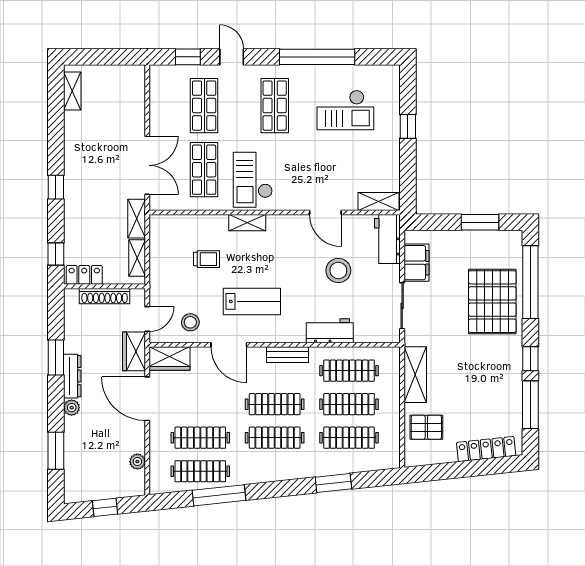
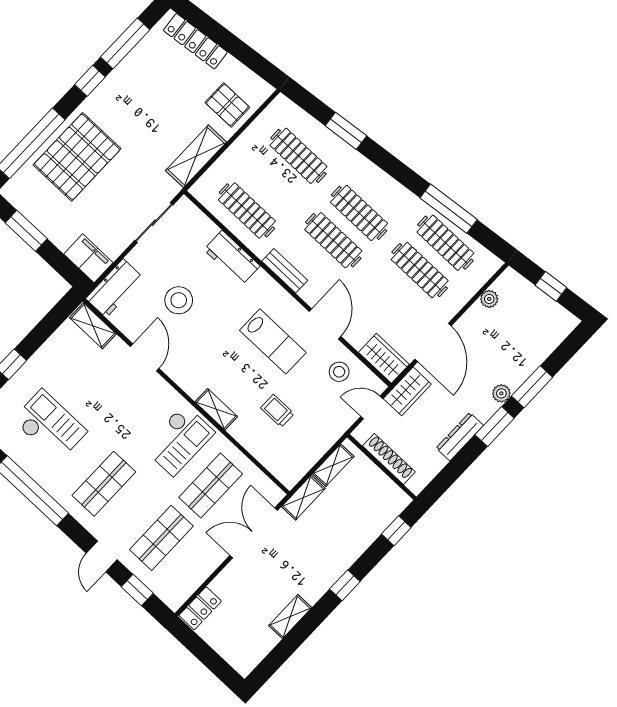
shelving: (72, 91) -> (290, 617), moved
filing cabinet: (417, 263) -> (88, 258), moved, turned 90
locker: (84, 275) -> (200, 608), moved, turned -90
lab bench: (252, 301) -> (273, 341), turned 180
window: (56, 357) -> (495, 426), moved
dresser: (72, 376) -> (460, 437), moved
clothes rail: (349, 404) -> (273, 183), removed
window: (56, 451) -> (532, 387), moved

